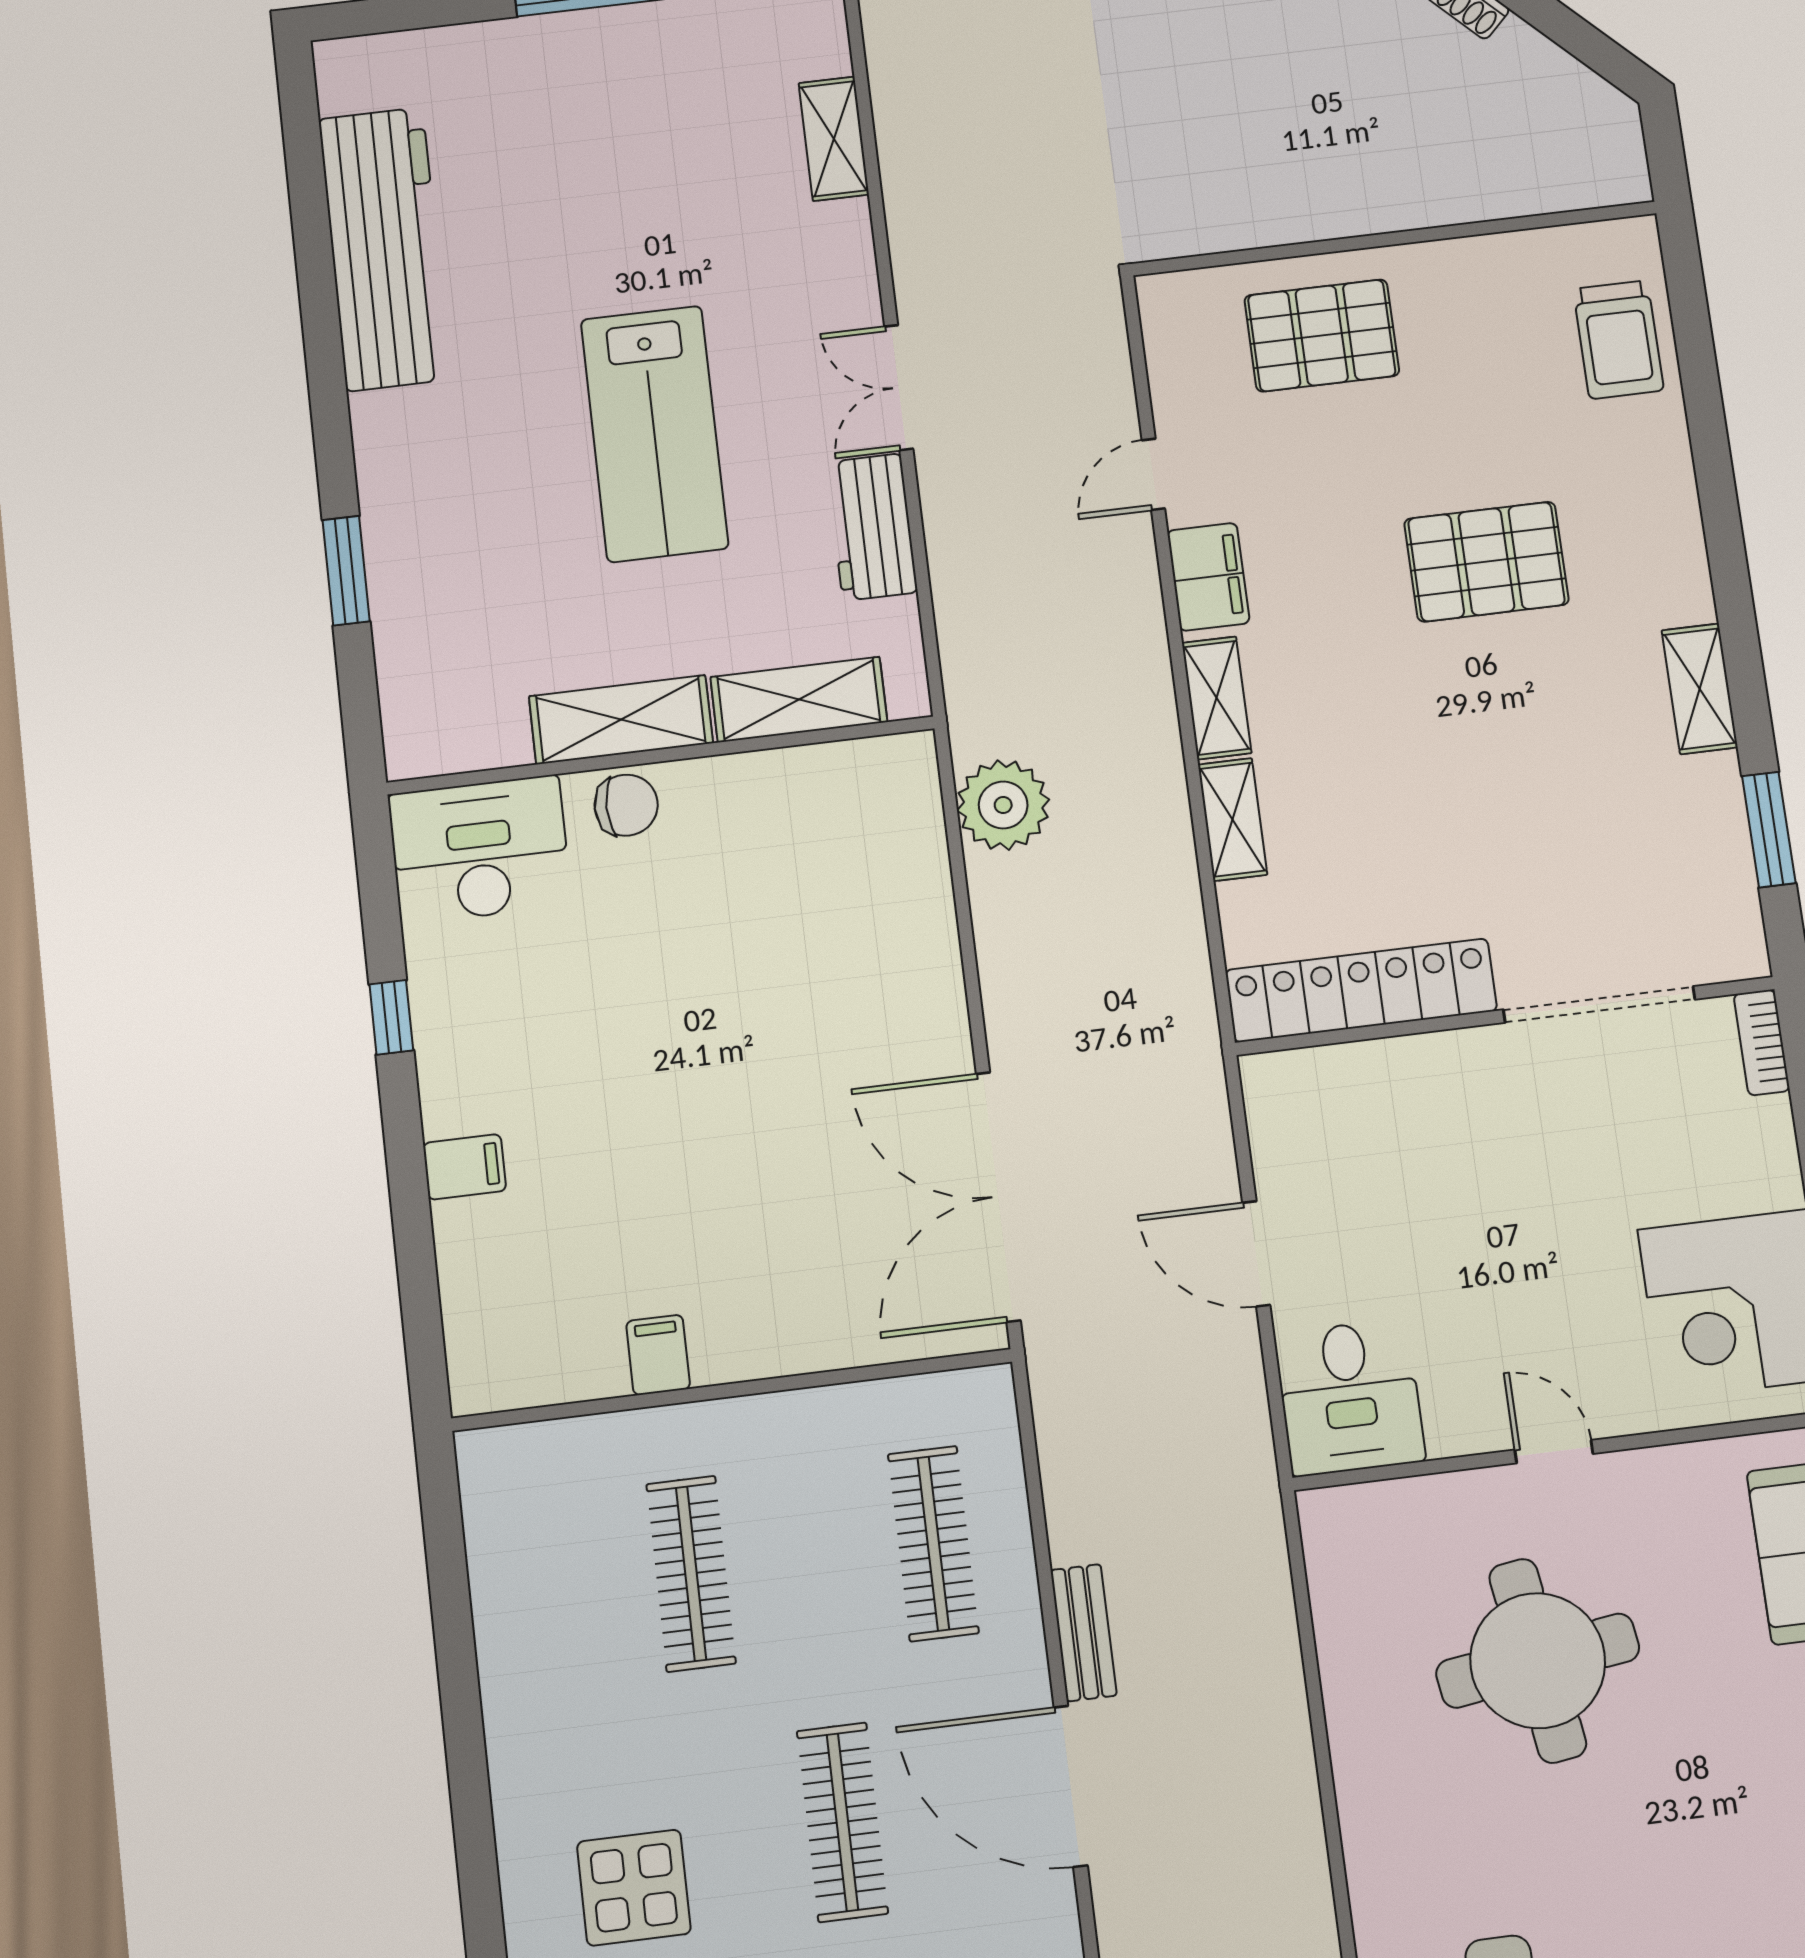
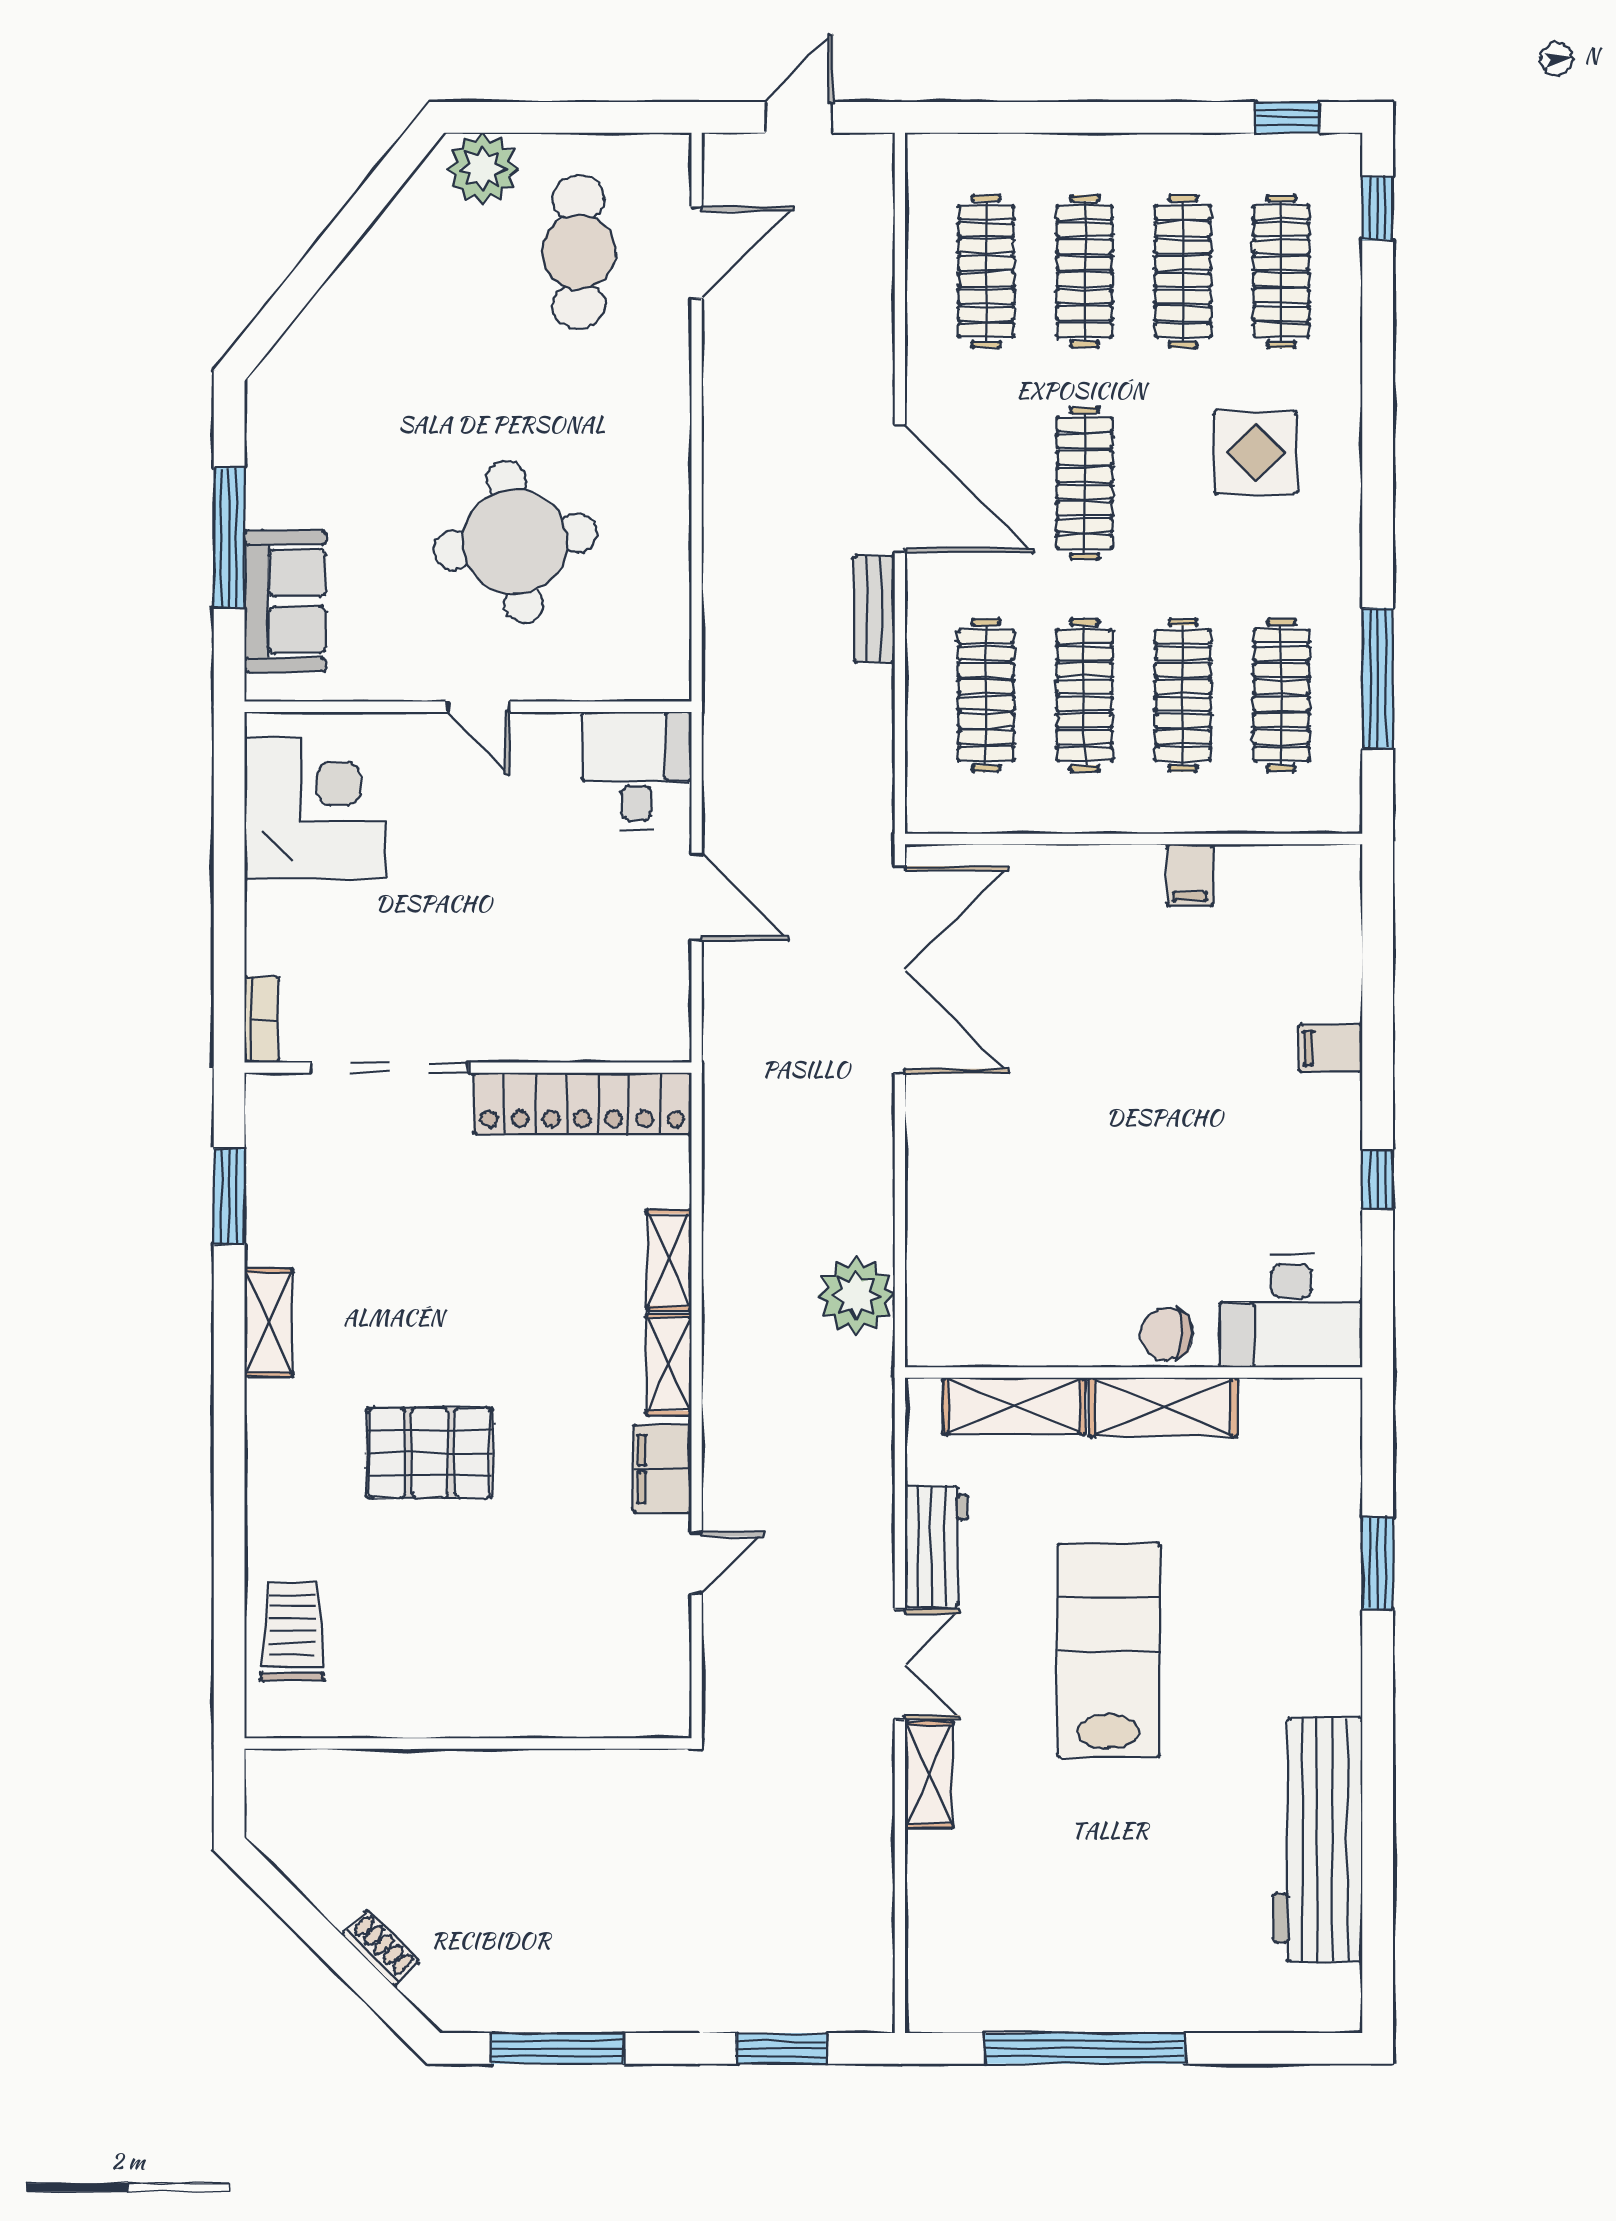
shelving: (834, 139) -> (929, 1774), moved
pallet: (1322, 336) -> (540, 1666), removed
clothes rail: (812, 1559) -> (1084, 695), added
clothes rail: (570, 1589) -> (1281, 695), added
window: (453, 1624) -> (1378, 679), added

